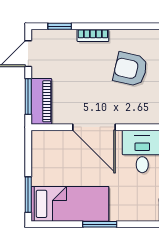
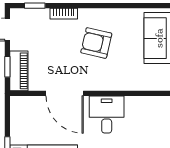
window: (28, 96) -> (7, 67), width x0.67

